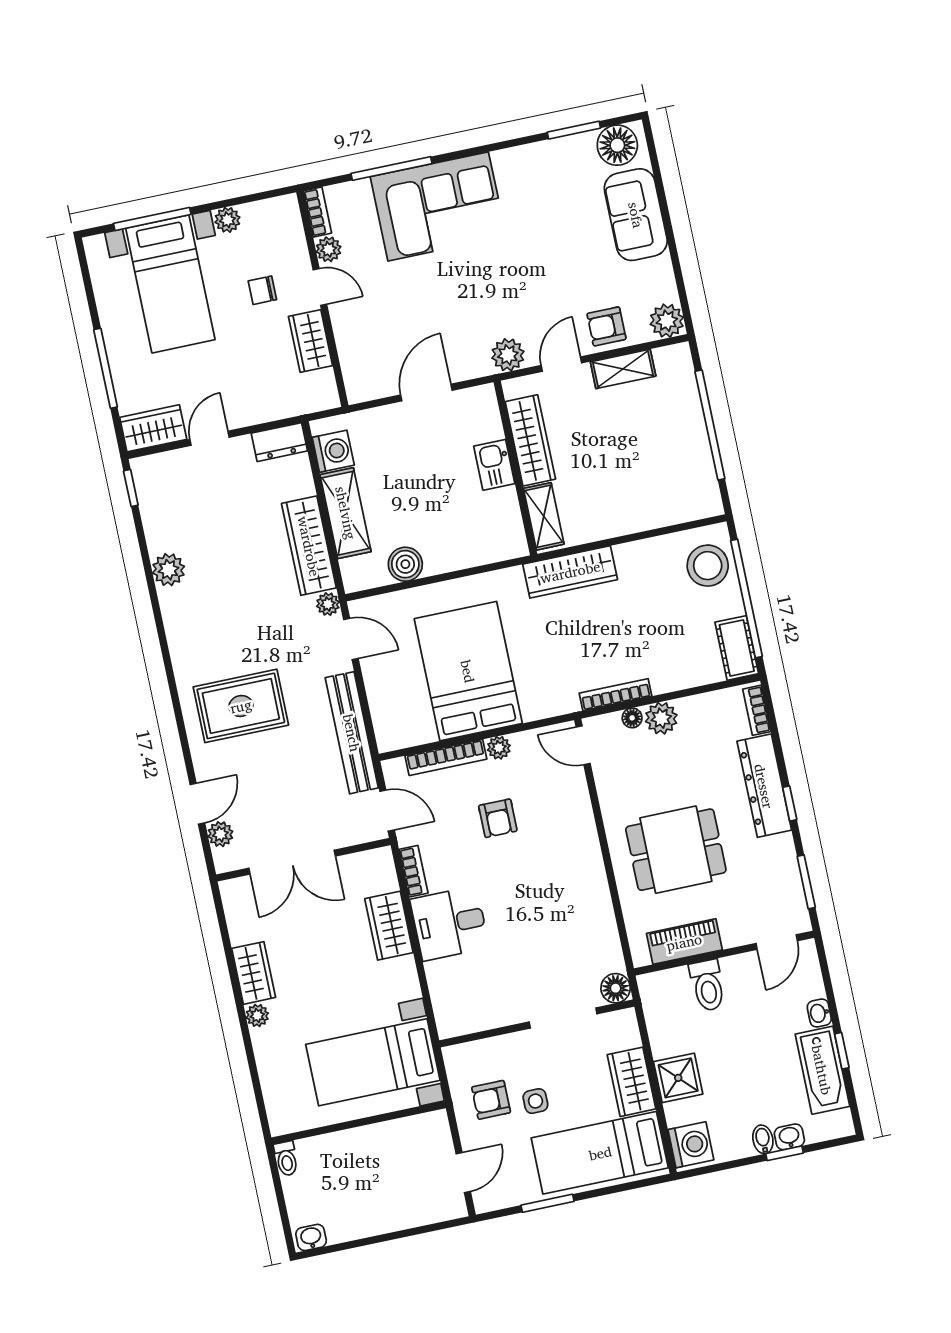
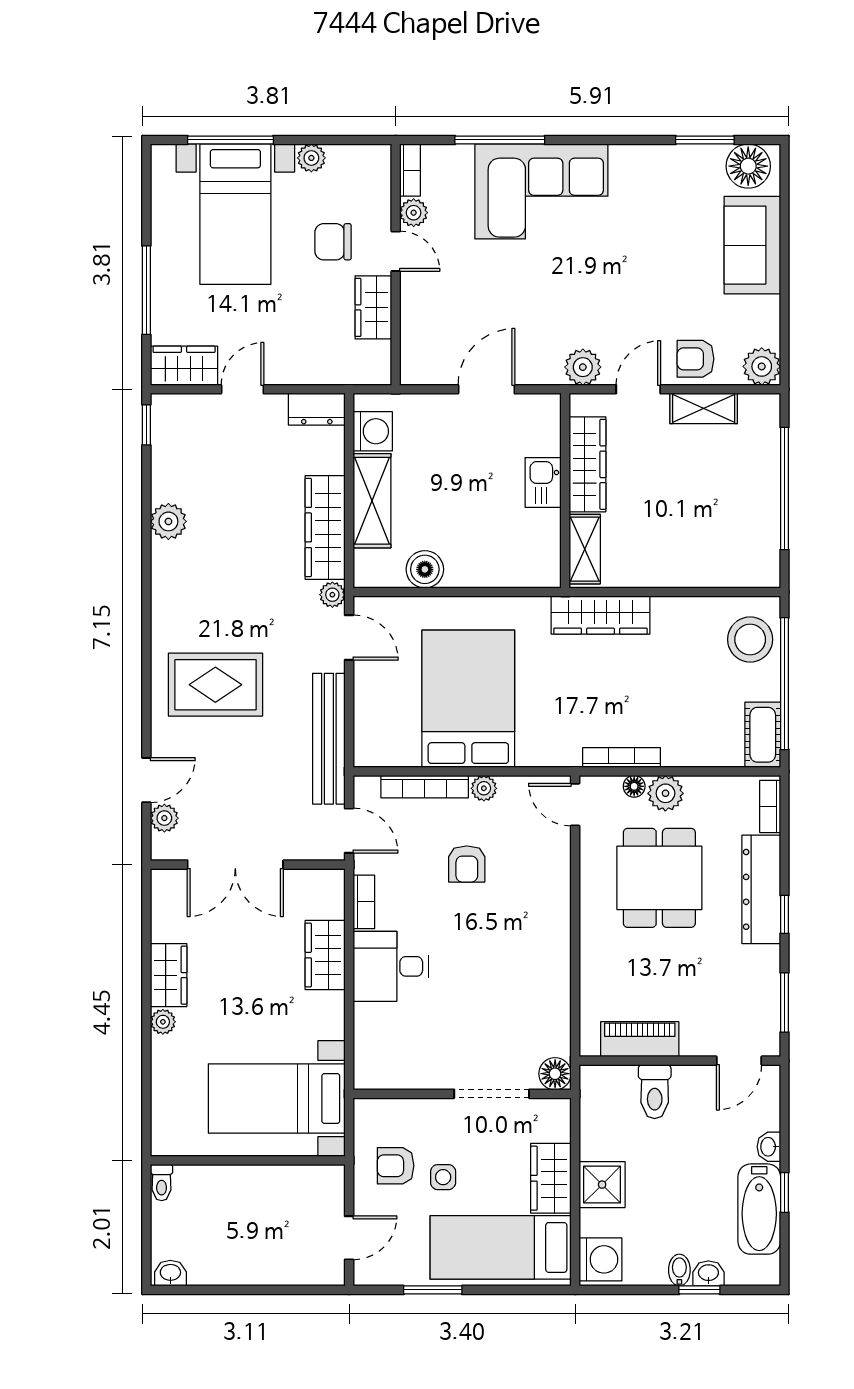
chair: (262, 290) -> (333, 242), width x1.37, depth x1.37
dining table: (676, 850) -> (659, 878), moved, turned 90

